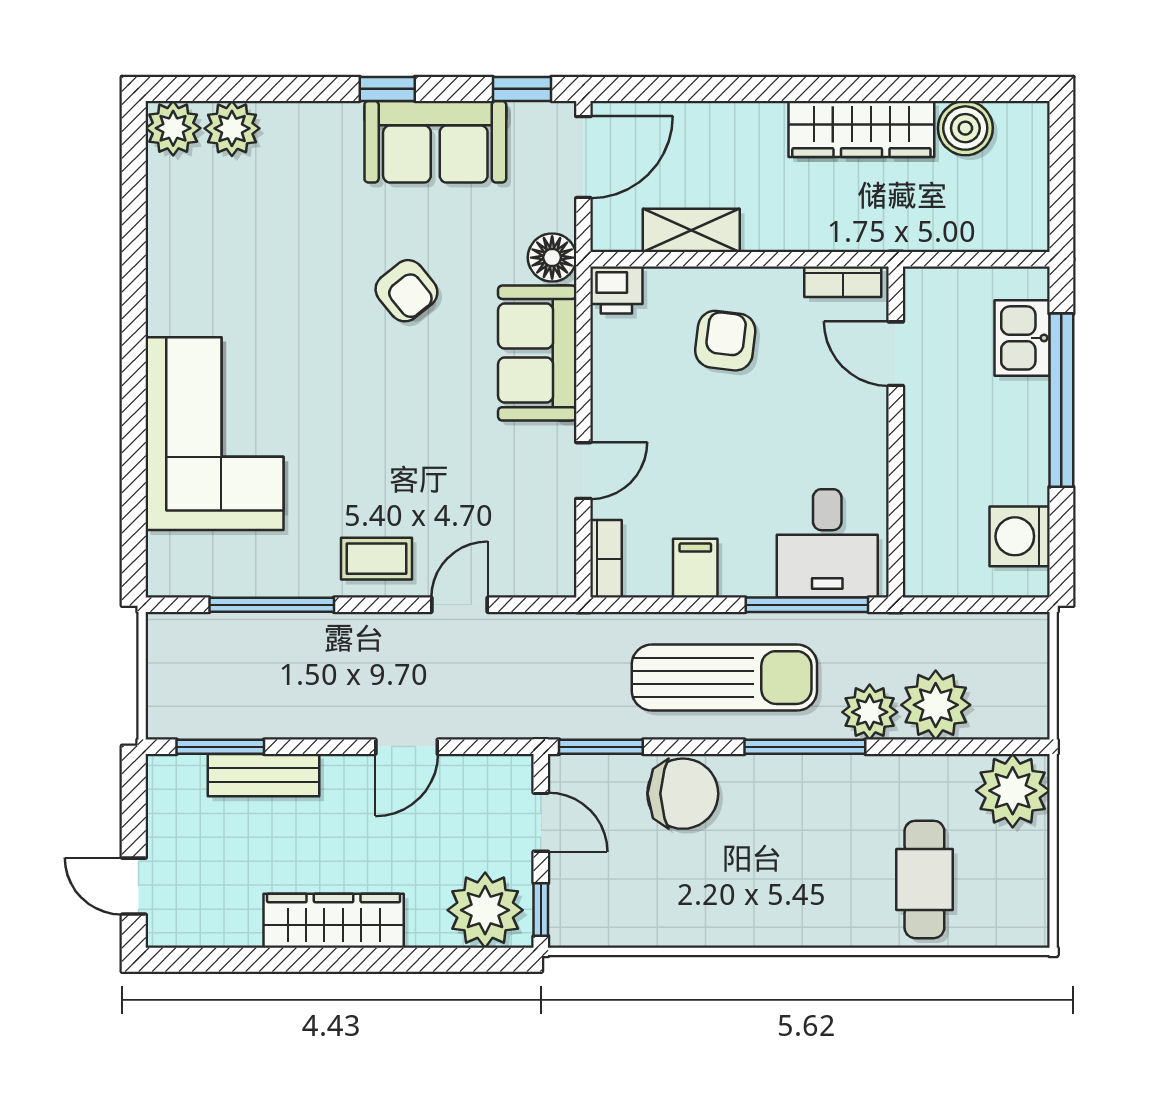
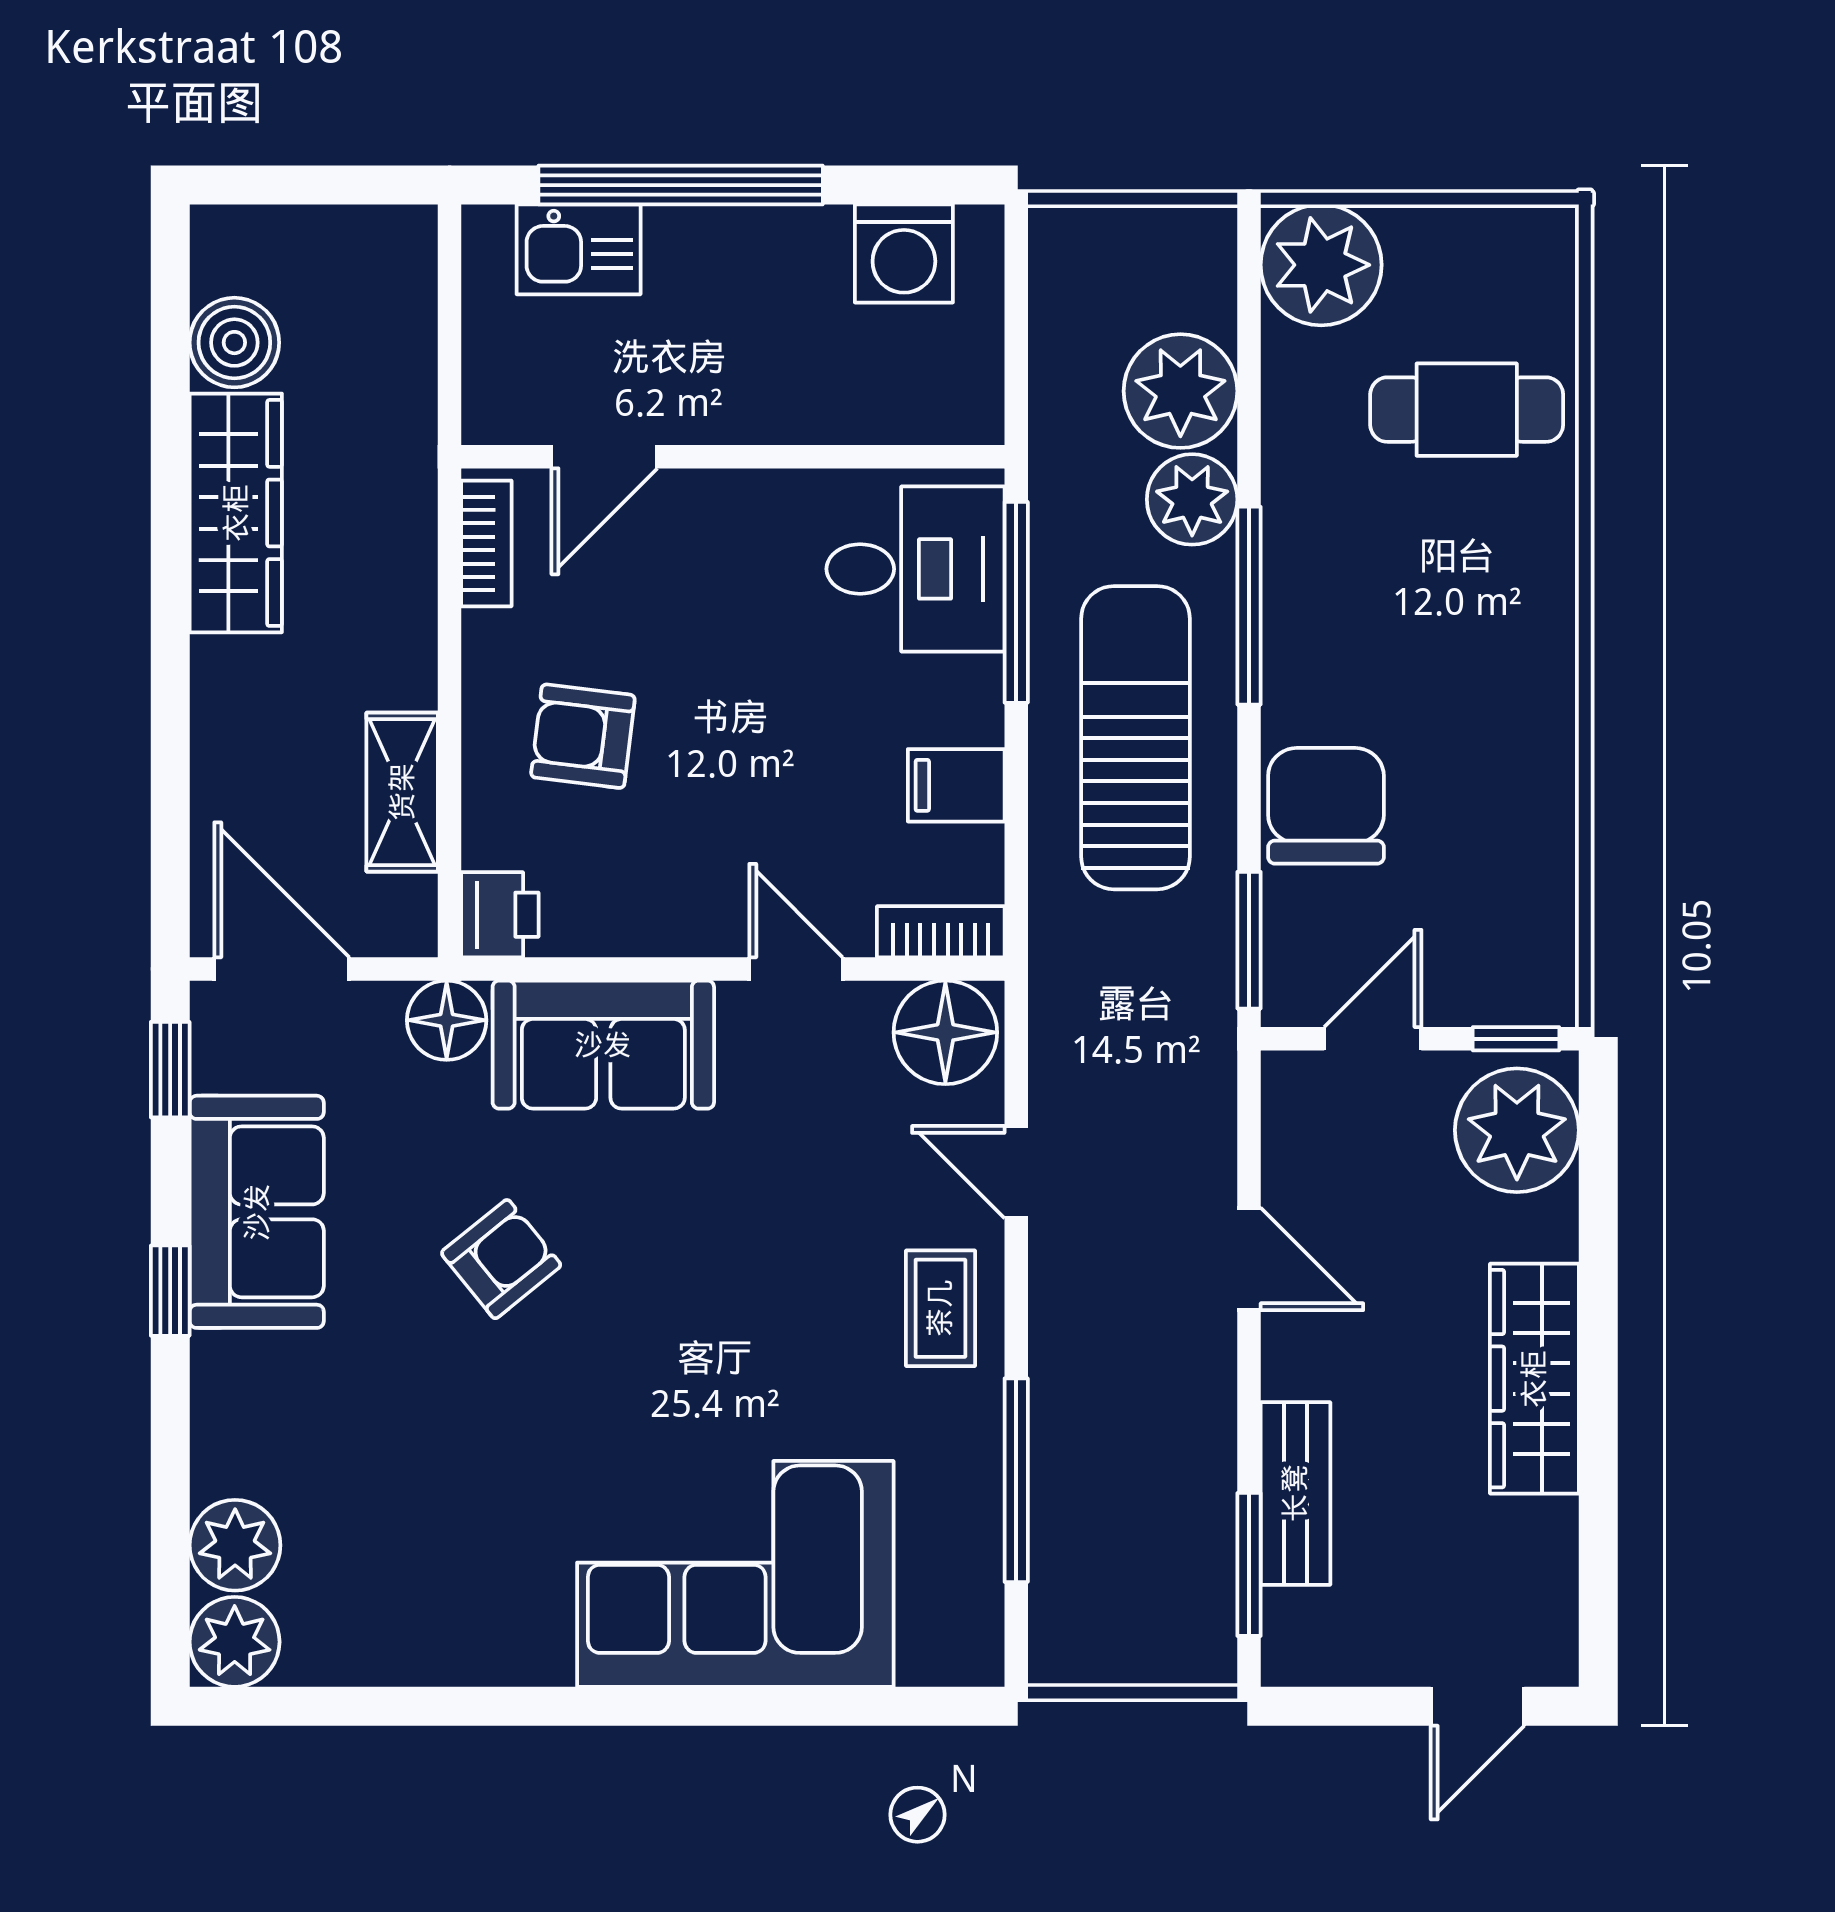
floor lamp: (545, 562) -> (945, 1032), added

